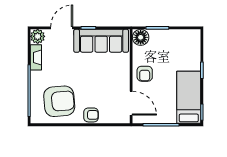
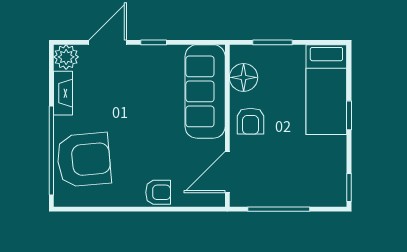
floor lamp: (141, 37) -> (244, 77), moved
sofa: (101, 41) -> (205, 91), moved, turned 90
bed: (189, 97) -> (326, 90), moved, turned 180
armchair: (59, 101) -> (84, 160), moved
door: (131, 103) -> (227, 172), swing flipped

